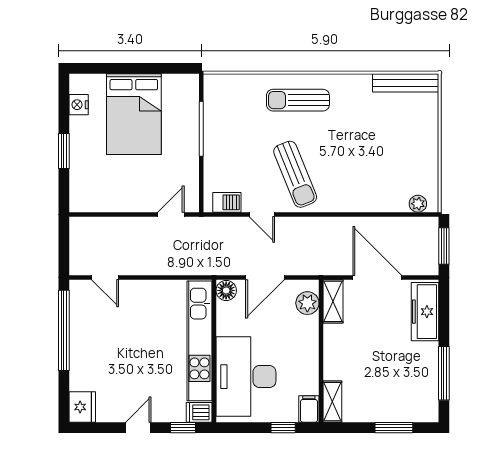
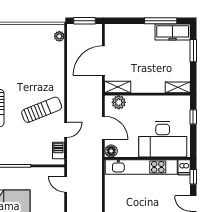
freezer: (425, 312) -> (173, 32), moved
filing cabinet: (309, 409) -> (182, 101), removed

